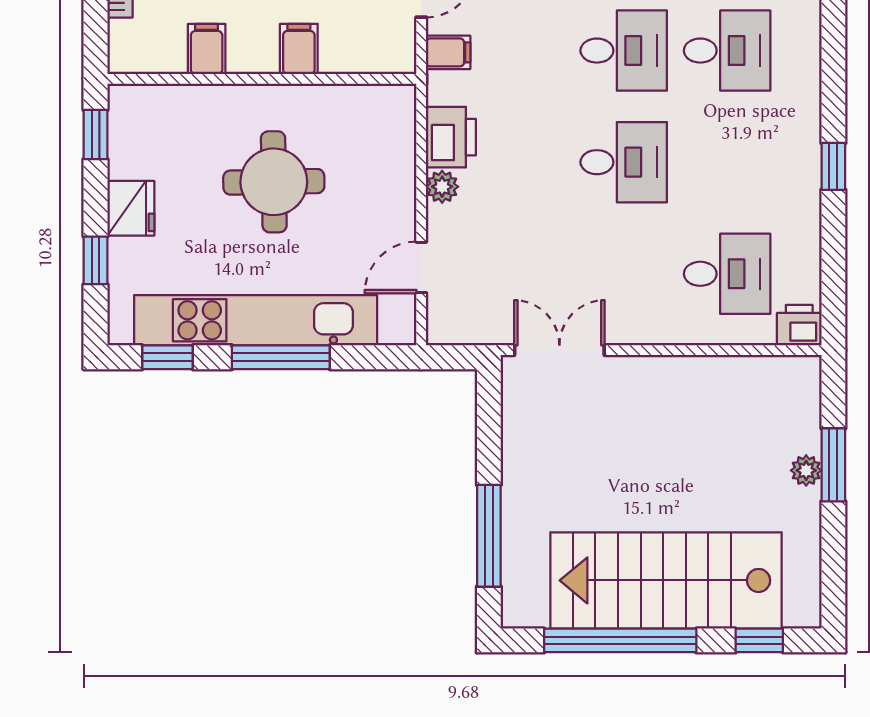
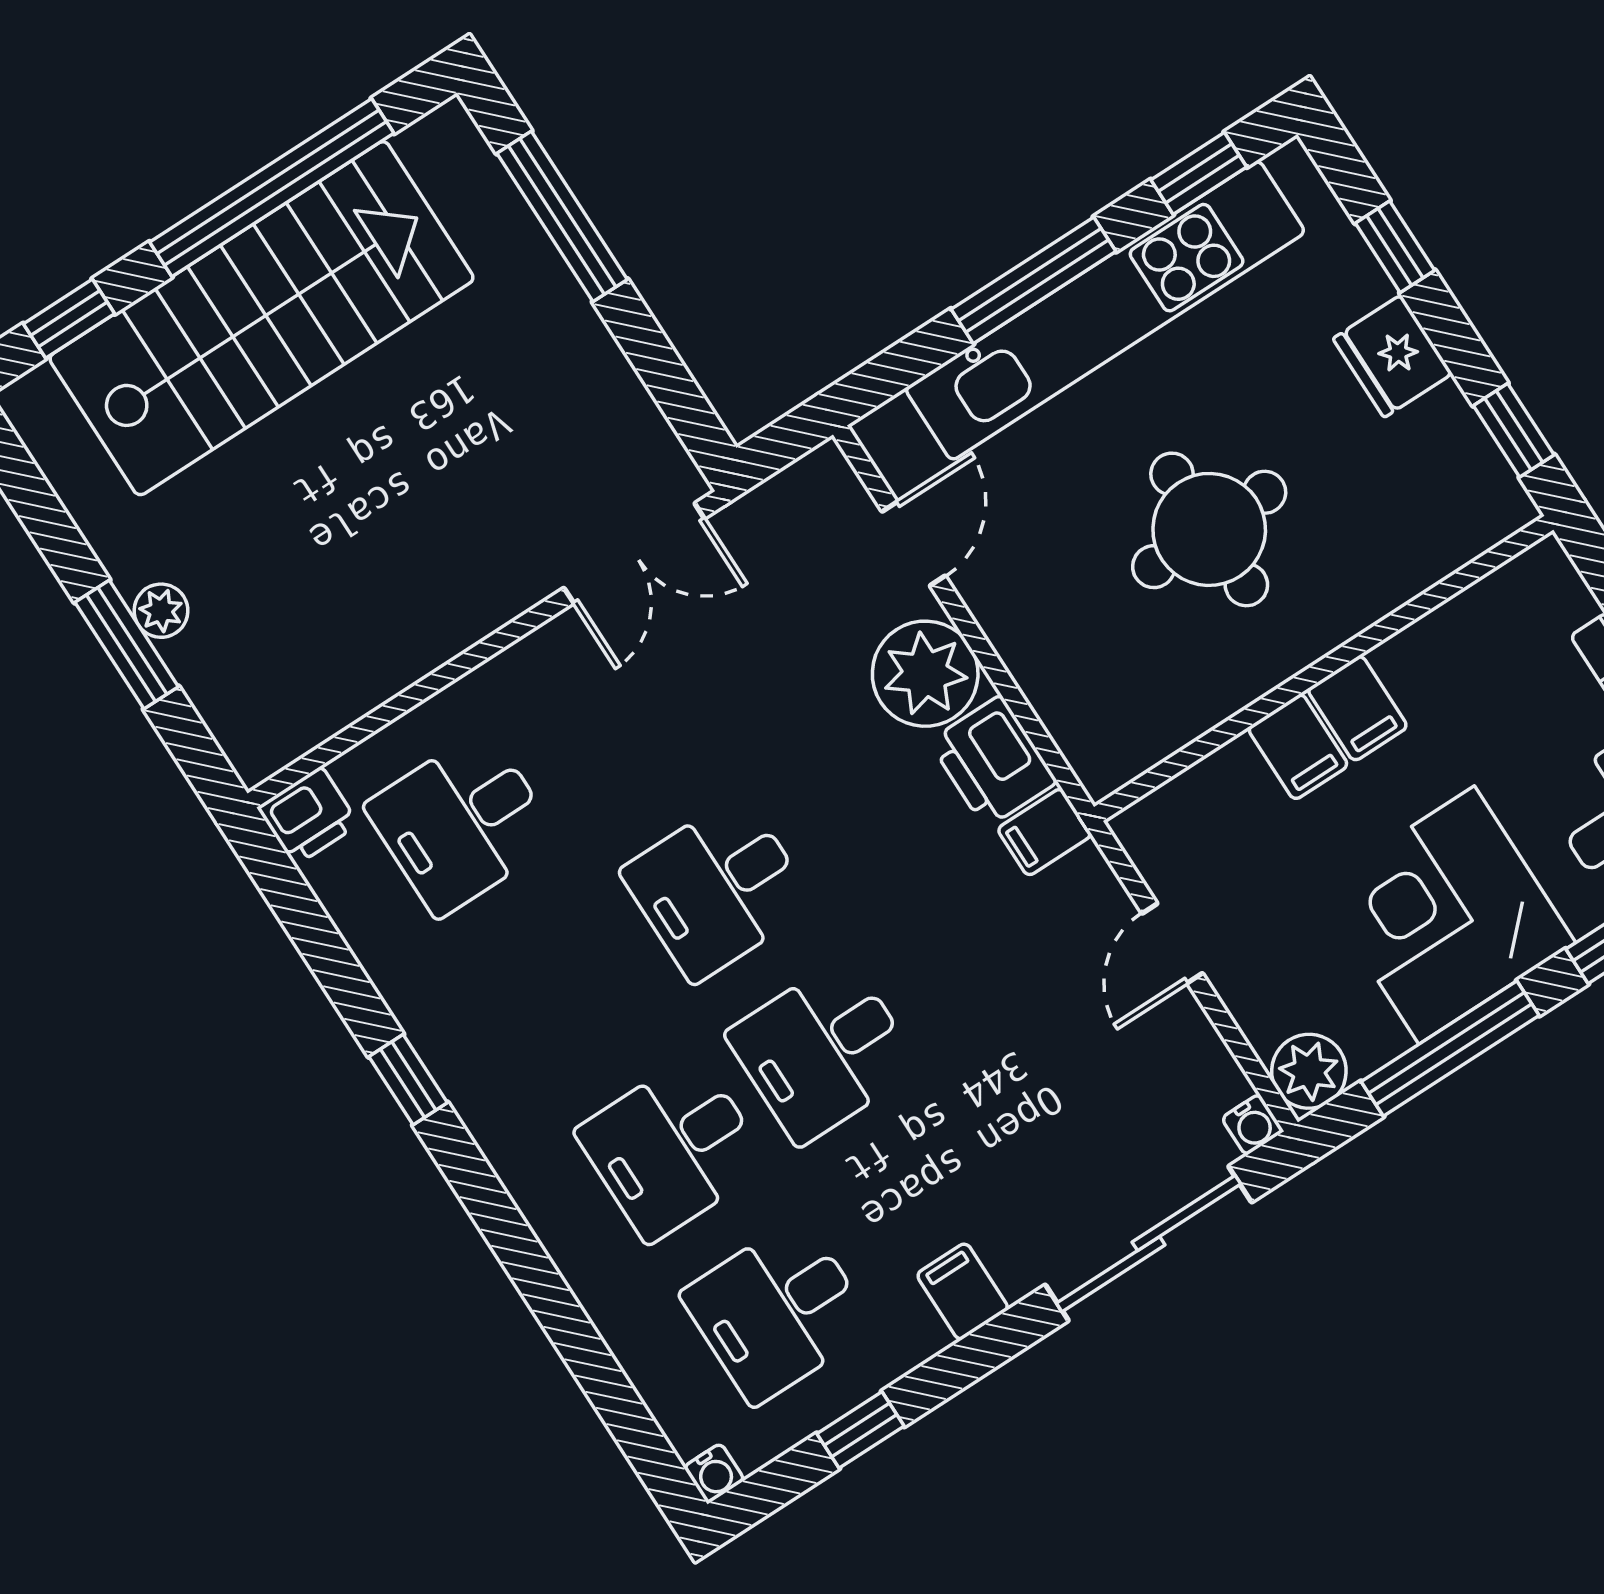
filing cabinet: (207, 49) -> (1357, 708), moved
filing cabinet: (448, 52) -> (1044, 832), moved
plant: (442, 187) -> (925, 674), width x1.87, depth x1.87

